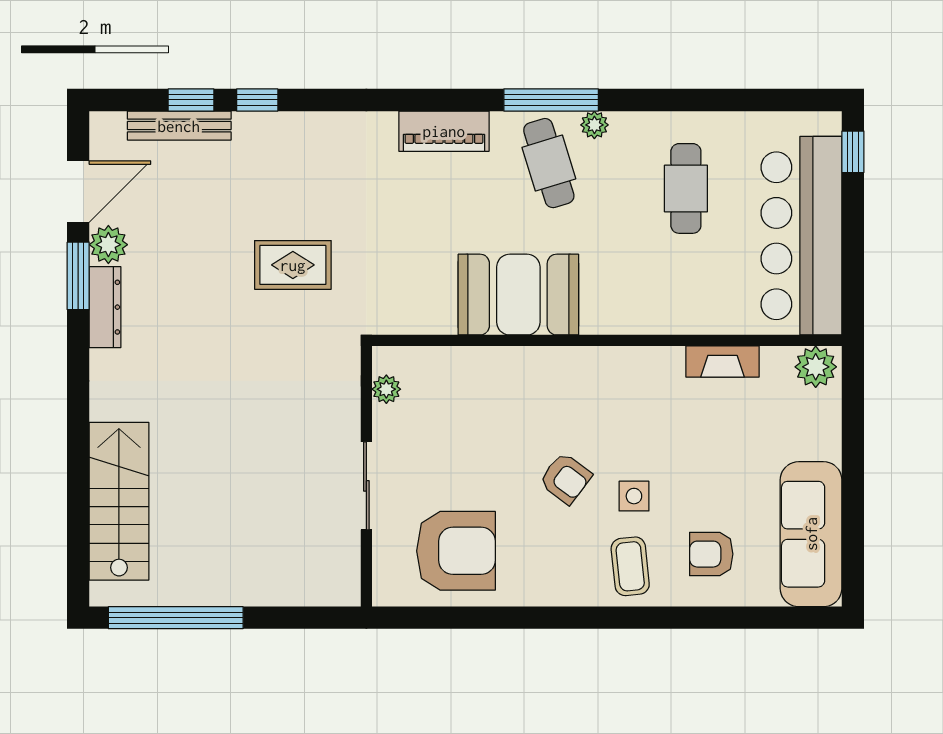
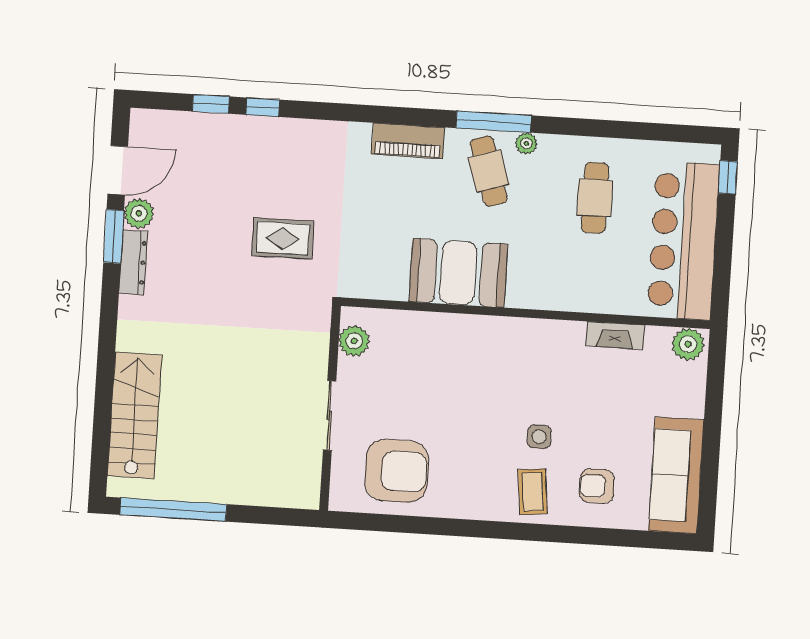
bench: (179, 126) -> (200, 123), removed
plant: (386, 389) -> (354, 341), width x1.38, depth x1.38
armchair: (566, 478) -> (486, 419), removed

